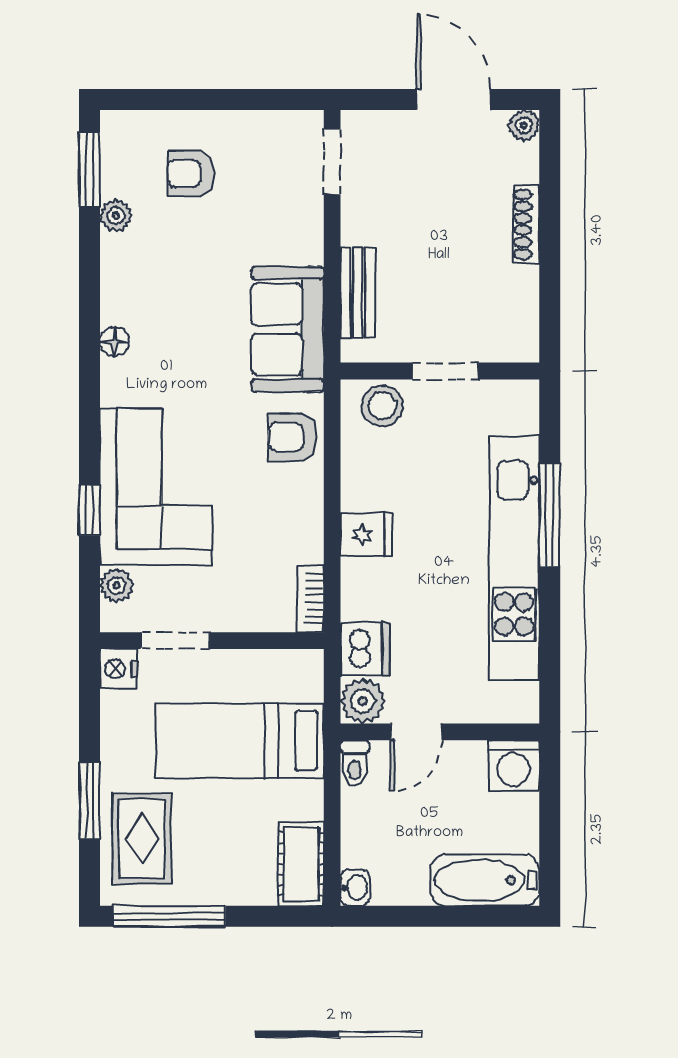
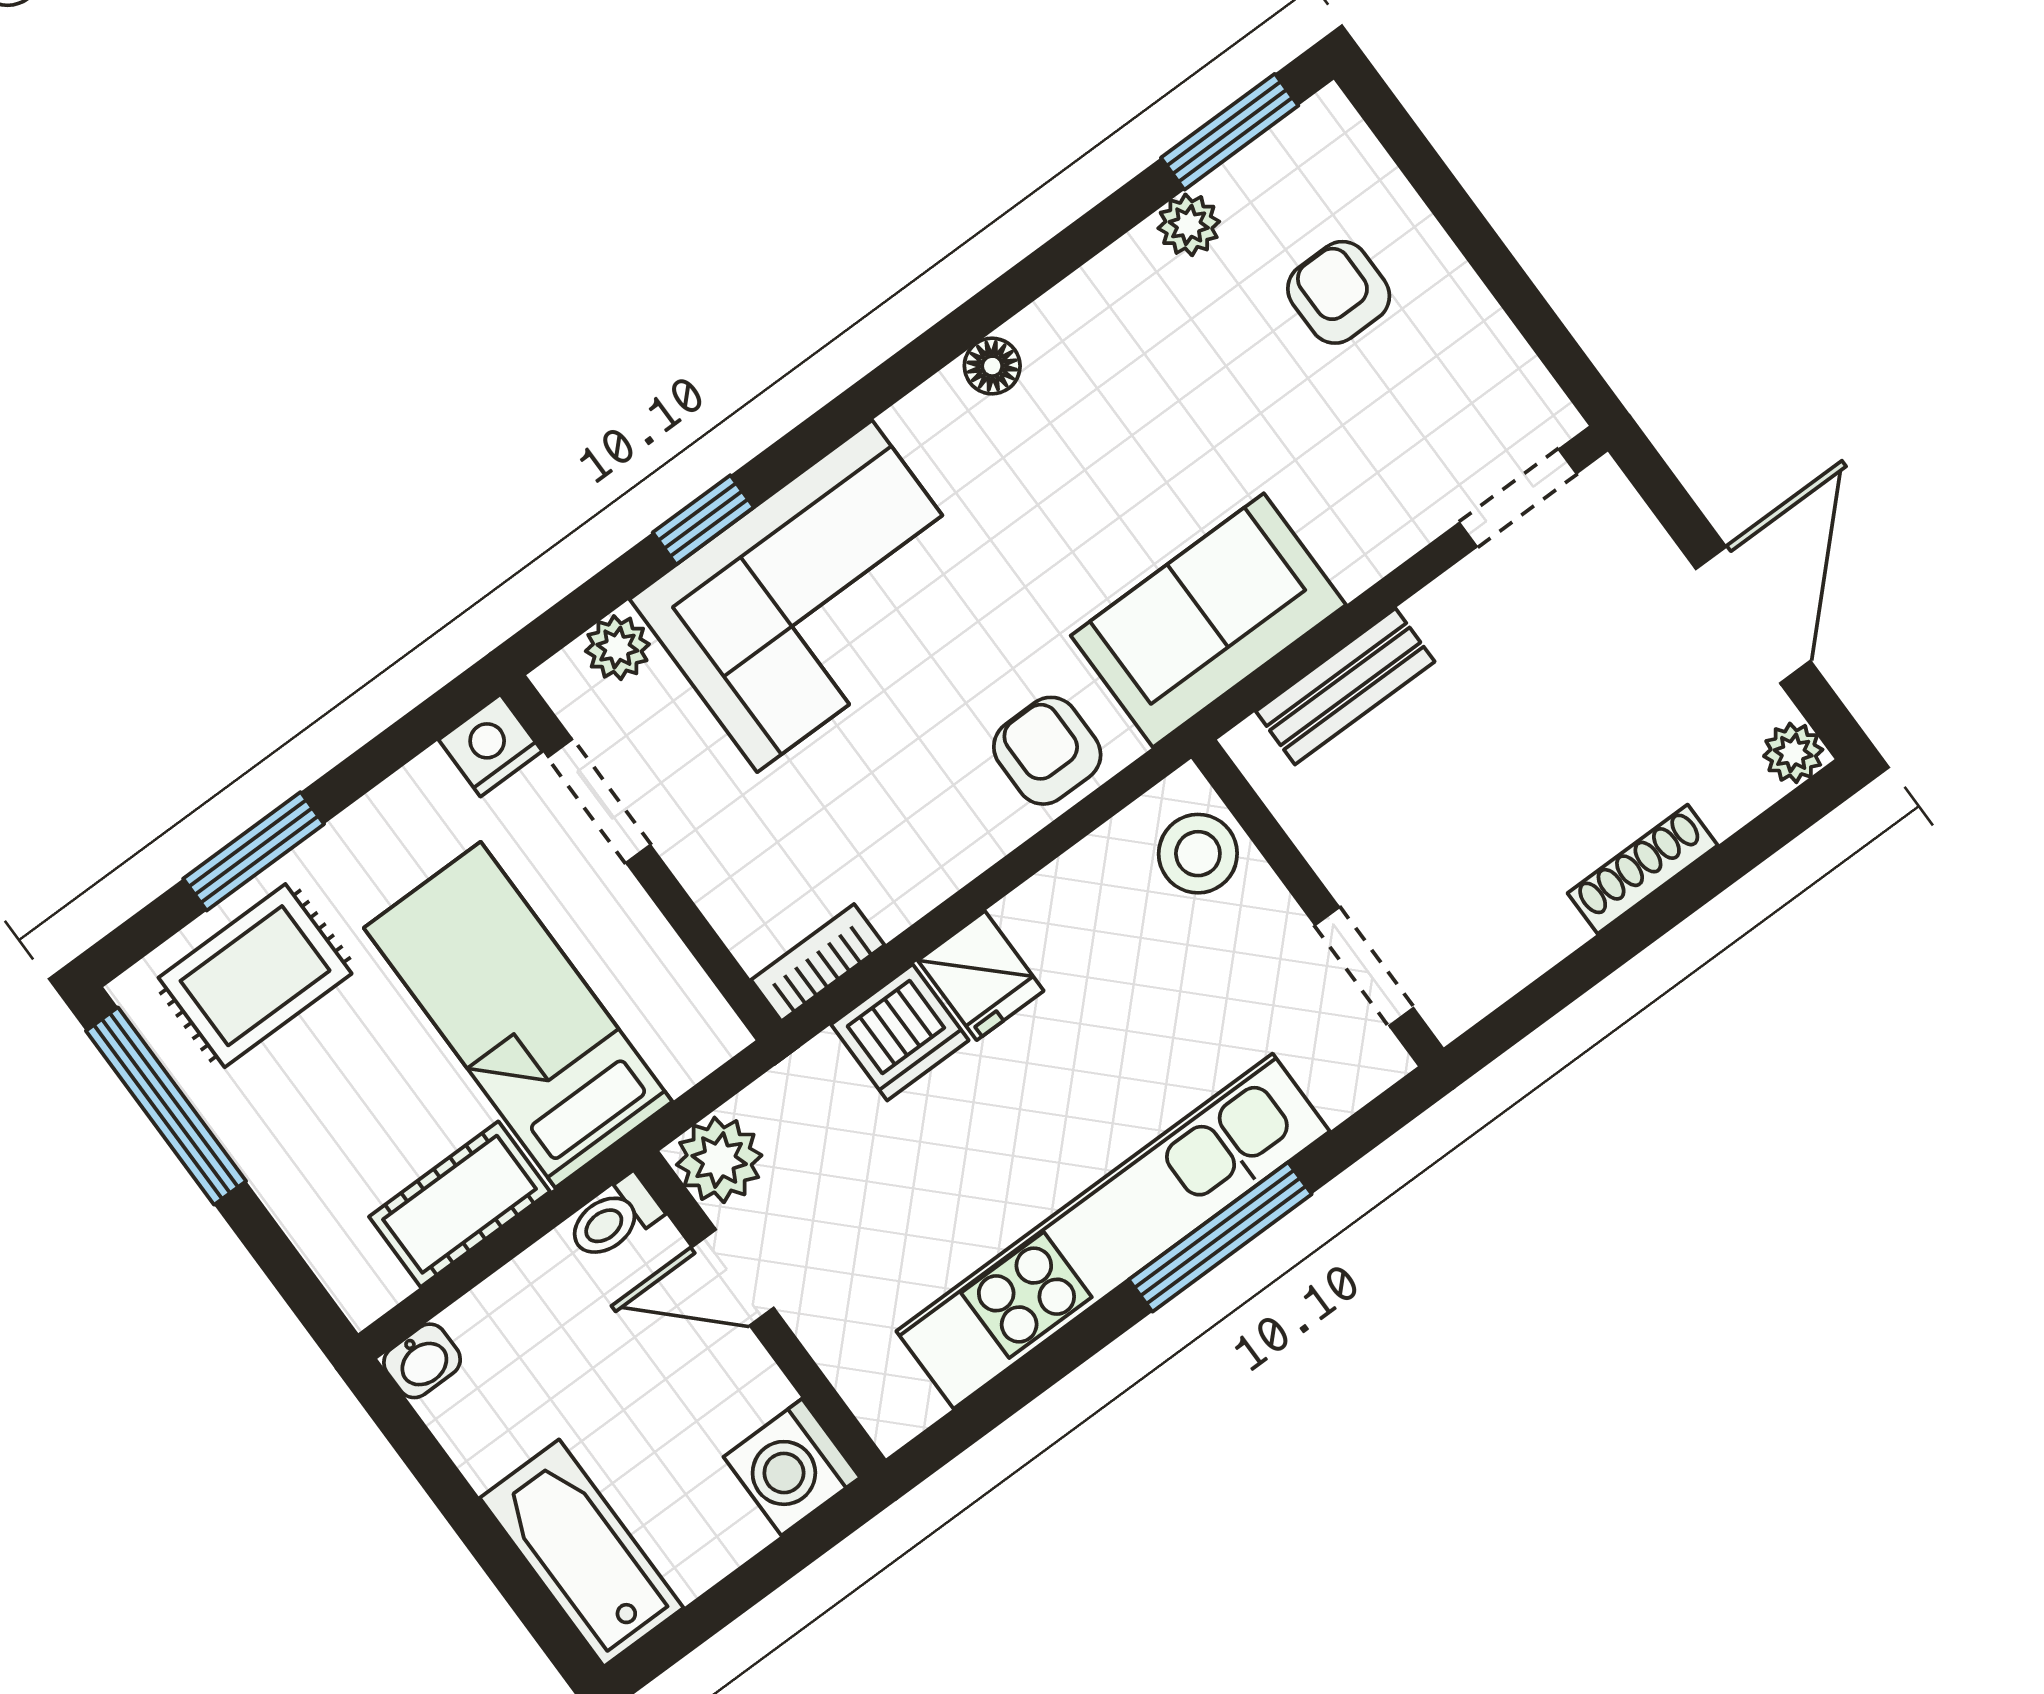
doorway: (445, 371) -> (1364, 966), moved
dishwasher: (365, 649) -> (900, 1032), moved
cot: (301, 864) -> (460, 1204), moved

